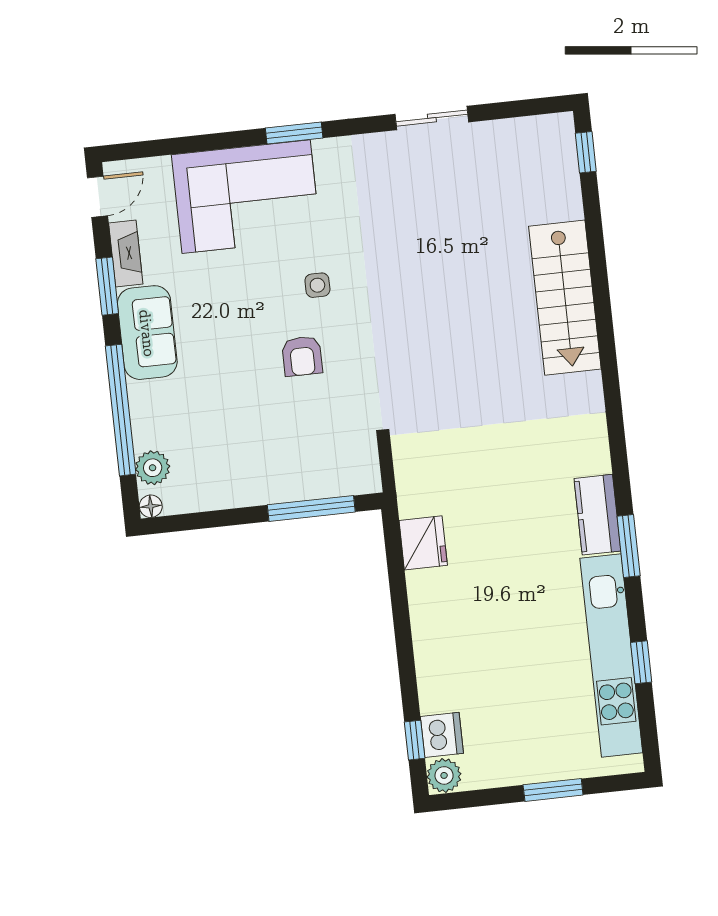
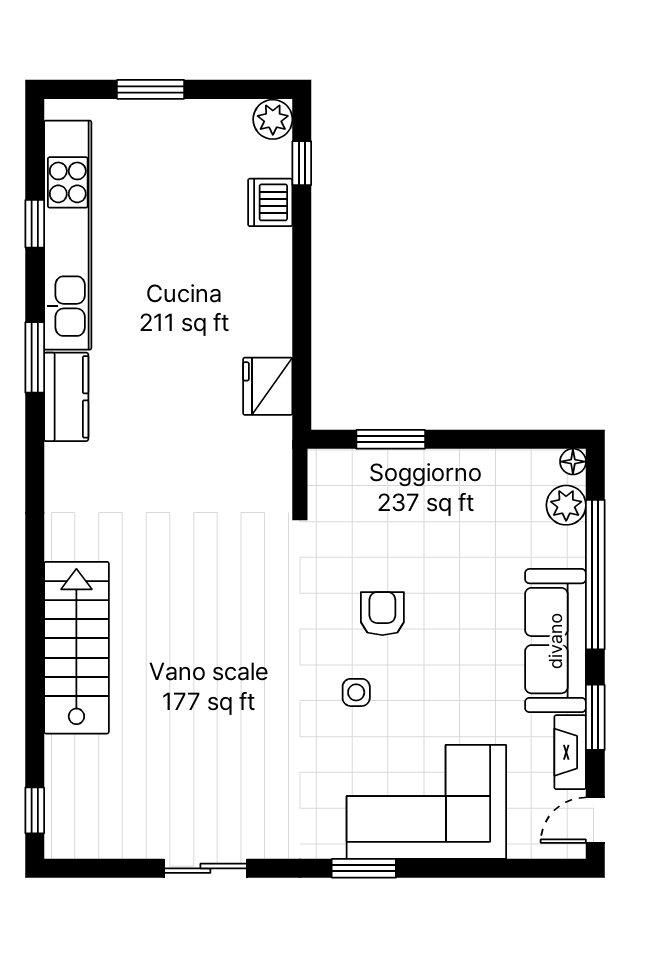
sofa: (147, 333) -> (555, 641), width x1.36
window: (311, 508) -> (391, 439), width x0.69
dishwasher: (442, 735) -> (270, 202), moved

